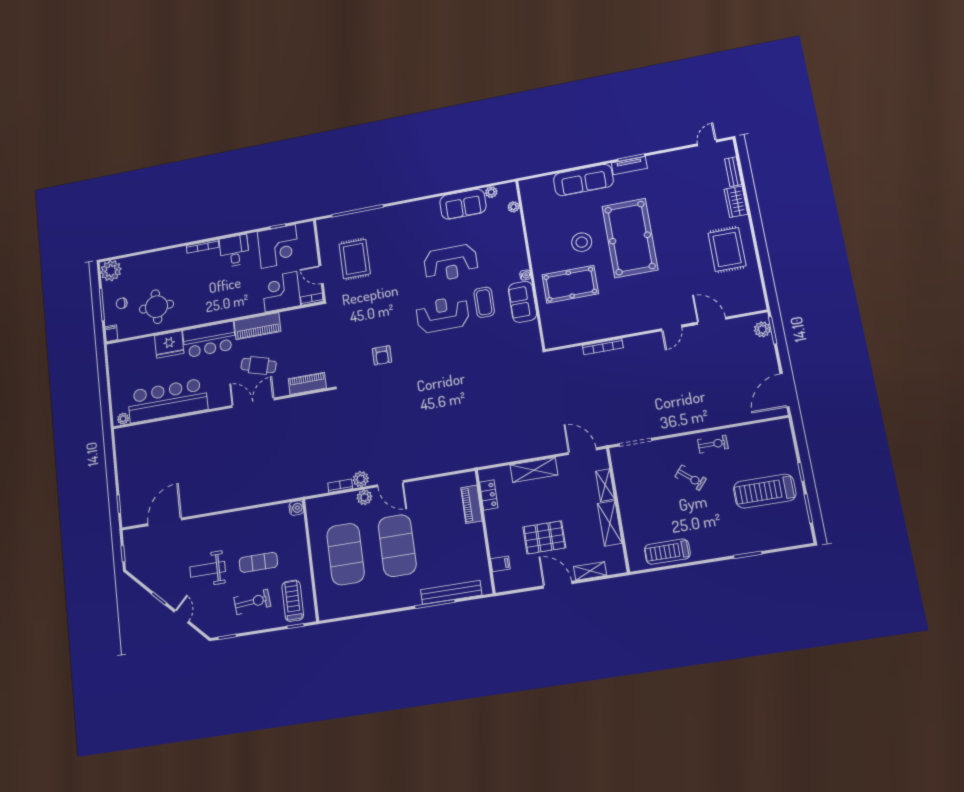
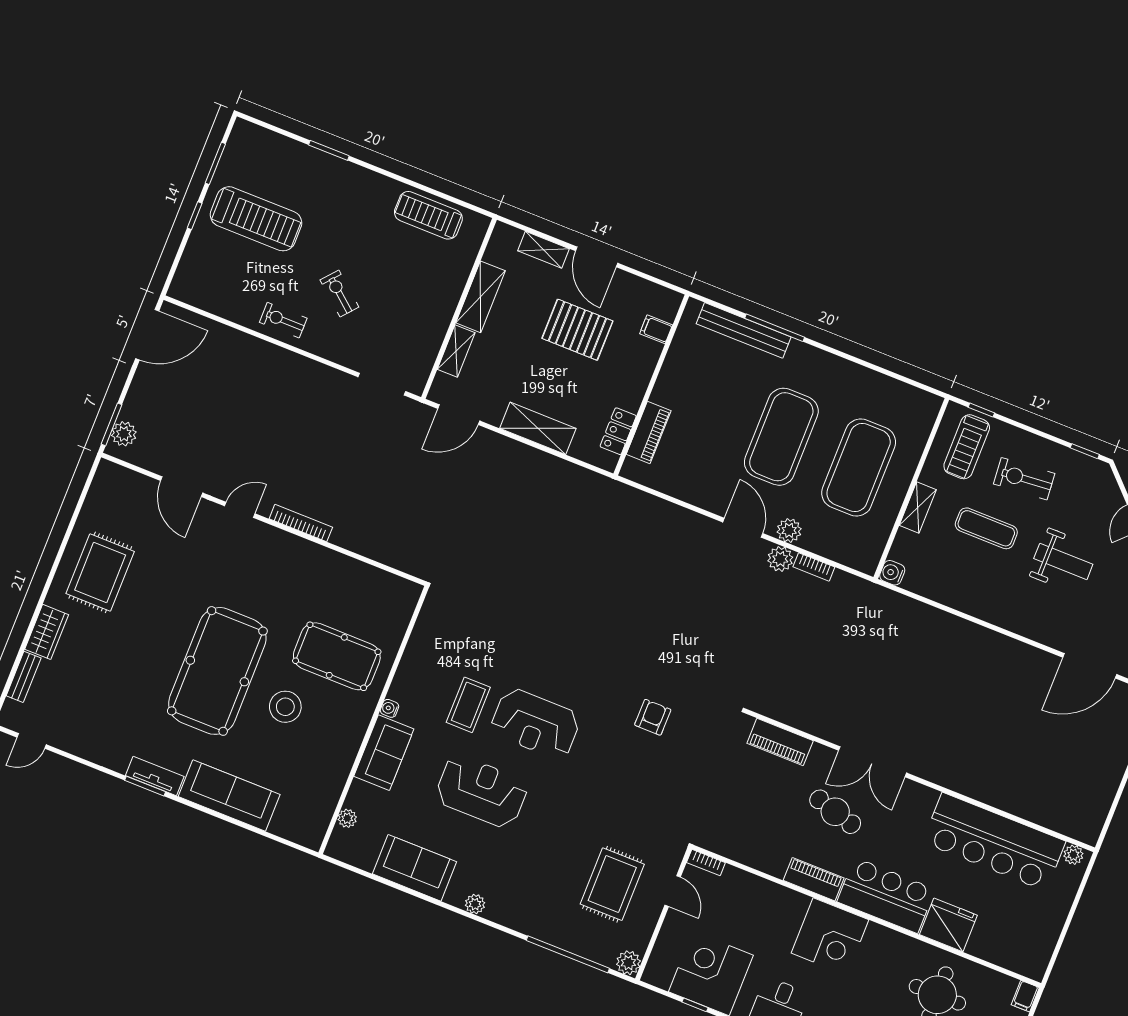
plant: (491, 192) -> (475, 904), moved
plant: (324, 226) -> (628, 963), added
corner desk: (281, 292) -> (830, 936), moved
sofa: (522, 302) -> (384, 753), moved
piano: (257, 326) -> (814, 879), width x0.73, depth x0.75
bookcase: (603, 347) -> (301, 523), moved
door: (582, 451) -> (459, 415), hinge flipped
shelving: (302, 552) -> (918, 507), added
treadmill: (667, 552) -> (428, 215), turned 180

